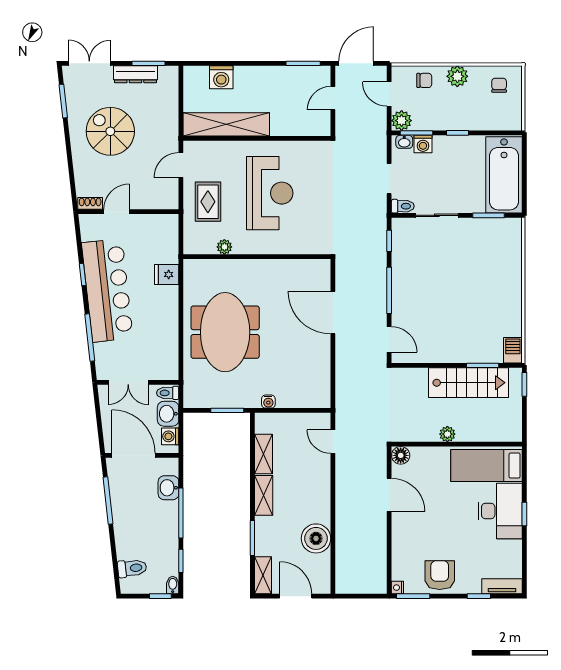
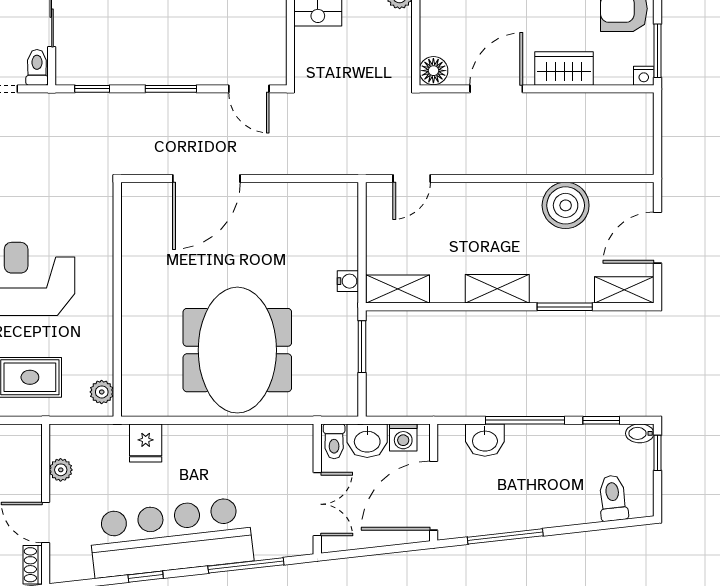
plant: (150, 221) -> (61, 470), added
plant: (224, 247) -> (102, 392), moved
window: (389, 290) -> (171, 89), width x0.69
meeting table: (225, 332) -> (237, 350), turned 90
door: (389, 339) -> (249, 89), swing flipped
shelving: (263, 454) -> (398, 289), moved
wardrobe: (402, 537) -> (564, 68), added

